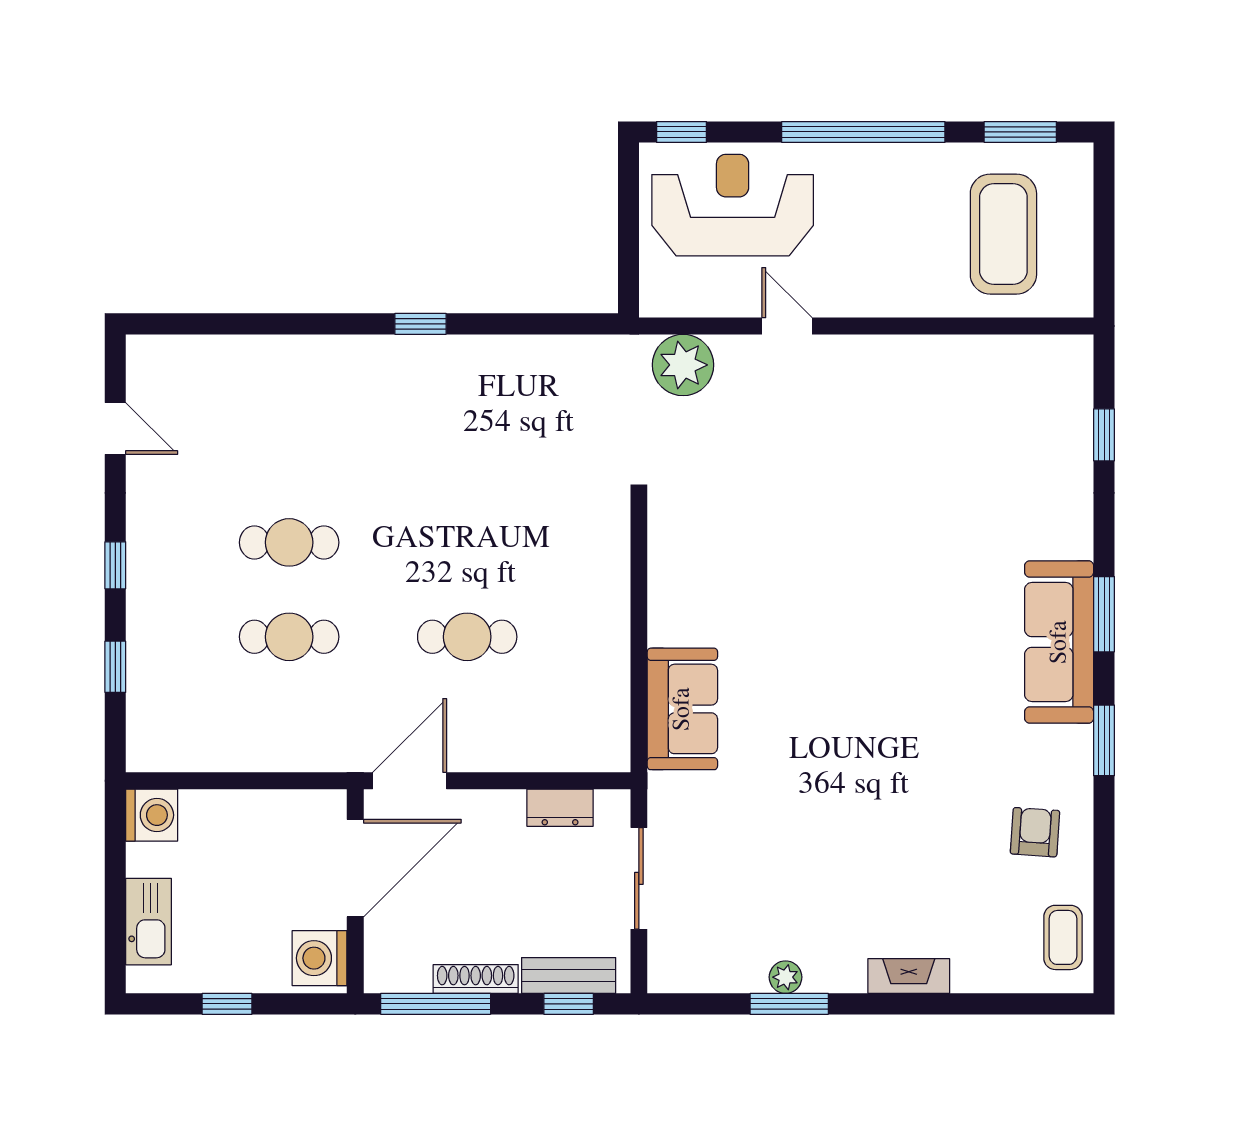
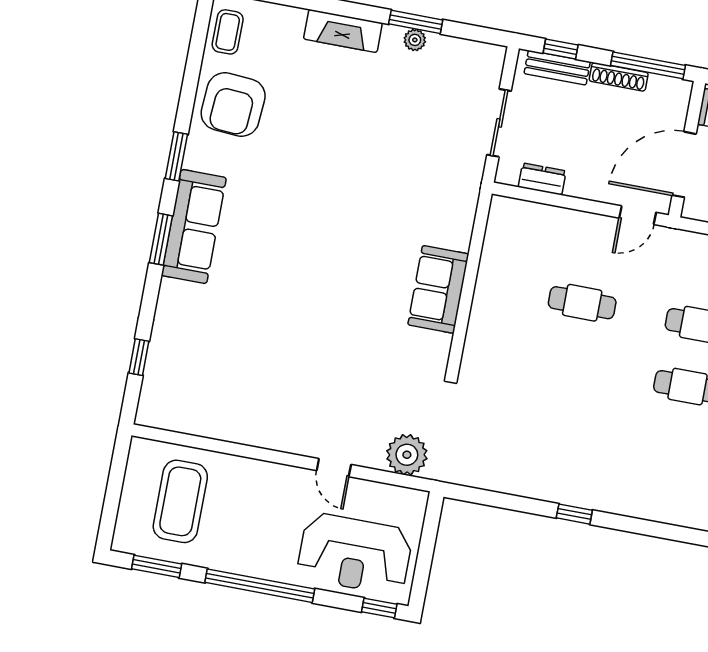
sofa: (682, 709) -> (438, 289), moved
door: (410, 781) -> (638, 215), width x0.73
armchair: (1035, 832) -> (233, 104), width x1.88, depth x1.88
fireplace: (909, 976) -> (343, 31), width x1.37, depth x1.32

